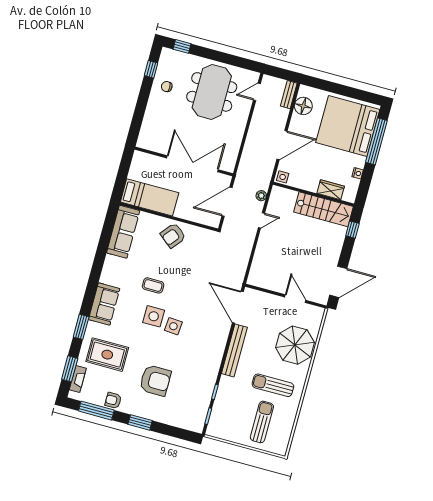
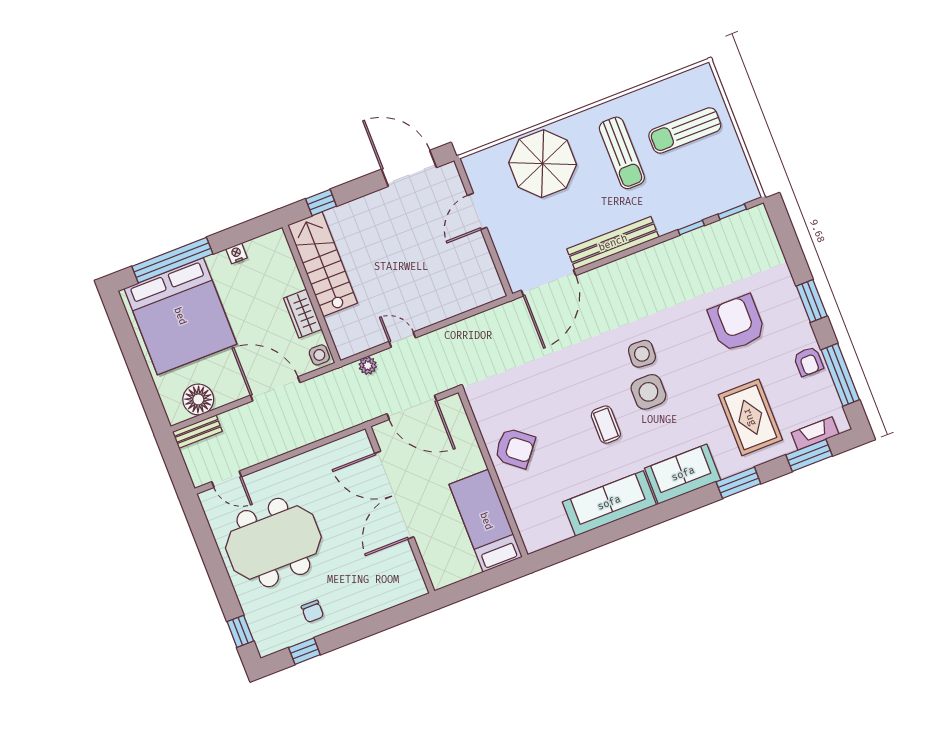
wardrobe: (331, 190) -> (303, 314), moved
sofa: (123, 232) -> (609, 503), moved

